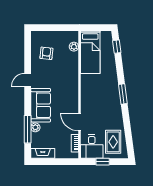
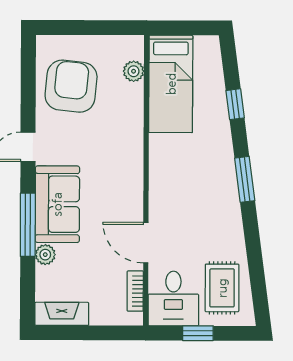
window: (117, 47) -> (235, 104), moved
armchair: (46, 53) -> (71, 86), width x1.88, depth x1.88
window: (28, 129) -> (28, 225), moved

